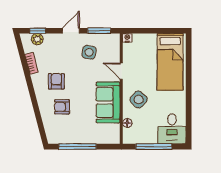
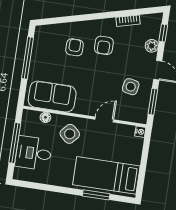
plant: (37, 39) -> (152, 46), moved
window: (189, 68) -> (96, 195), added
armchair: (56, 81) -> (104, 45), turned 90
sofa: (108, 102) -> (52, 97), moved
desk: (172, 129) -> (33, 153), moved

